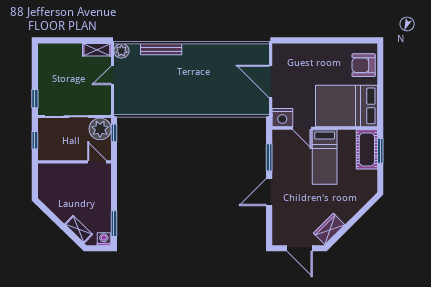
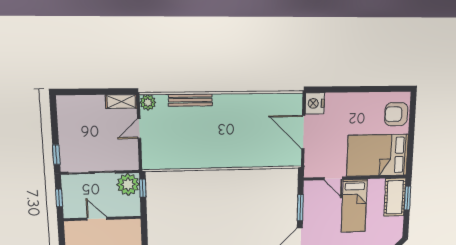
nightstand: (282, 118) -> (315, 103), moved, turned 90
door: (97, 162) -> (97, 219), moved

